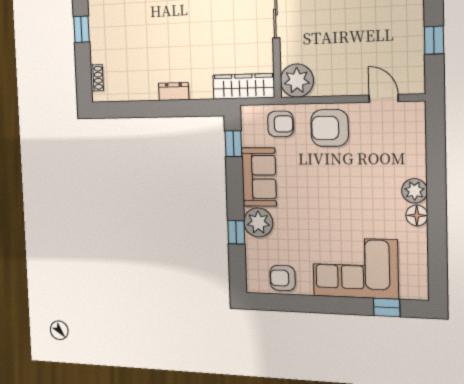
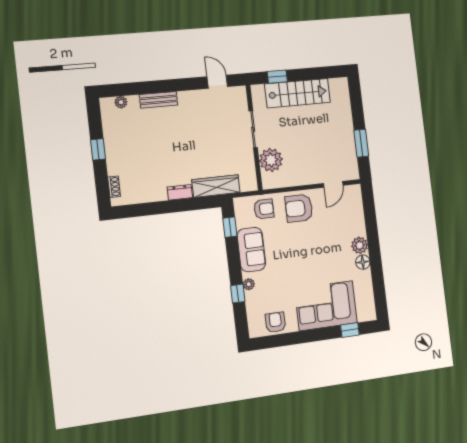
window: (434, 40) -> (361, 143), width x1.50
plant: (297, 81) -> (271, 160), moved
wardrobe: (244, 86) -> (216, 186), moved
door: (384, 98) -> (333, 184), swing flipped
plant: (258, 222) -> (249, 284), width x0.53, depth x0.53
armchair: (283, 278) -> (275, 322), turned 90

